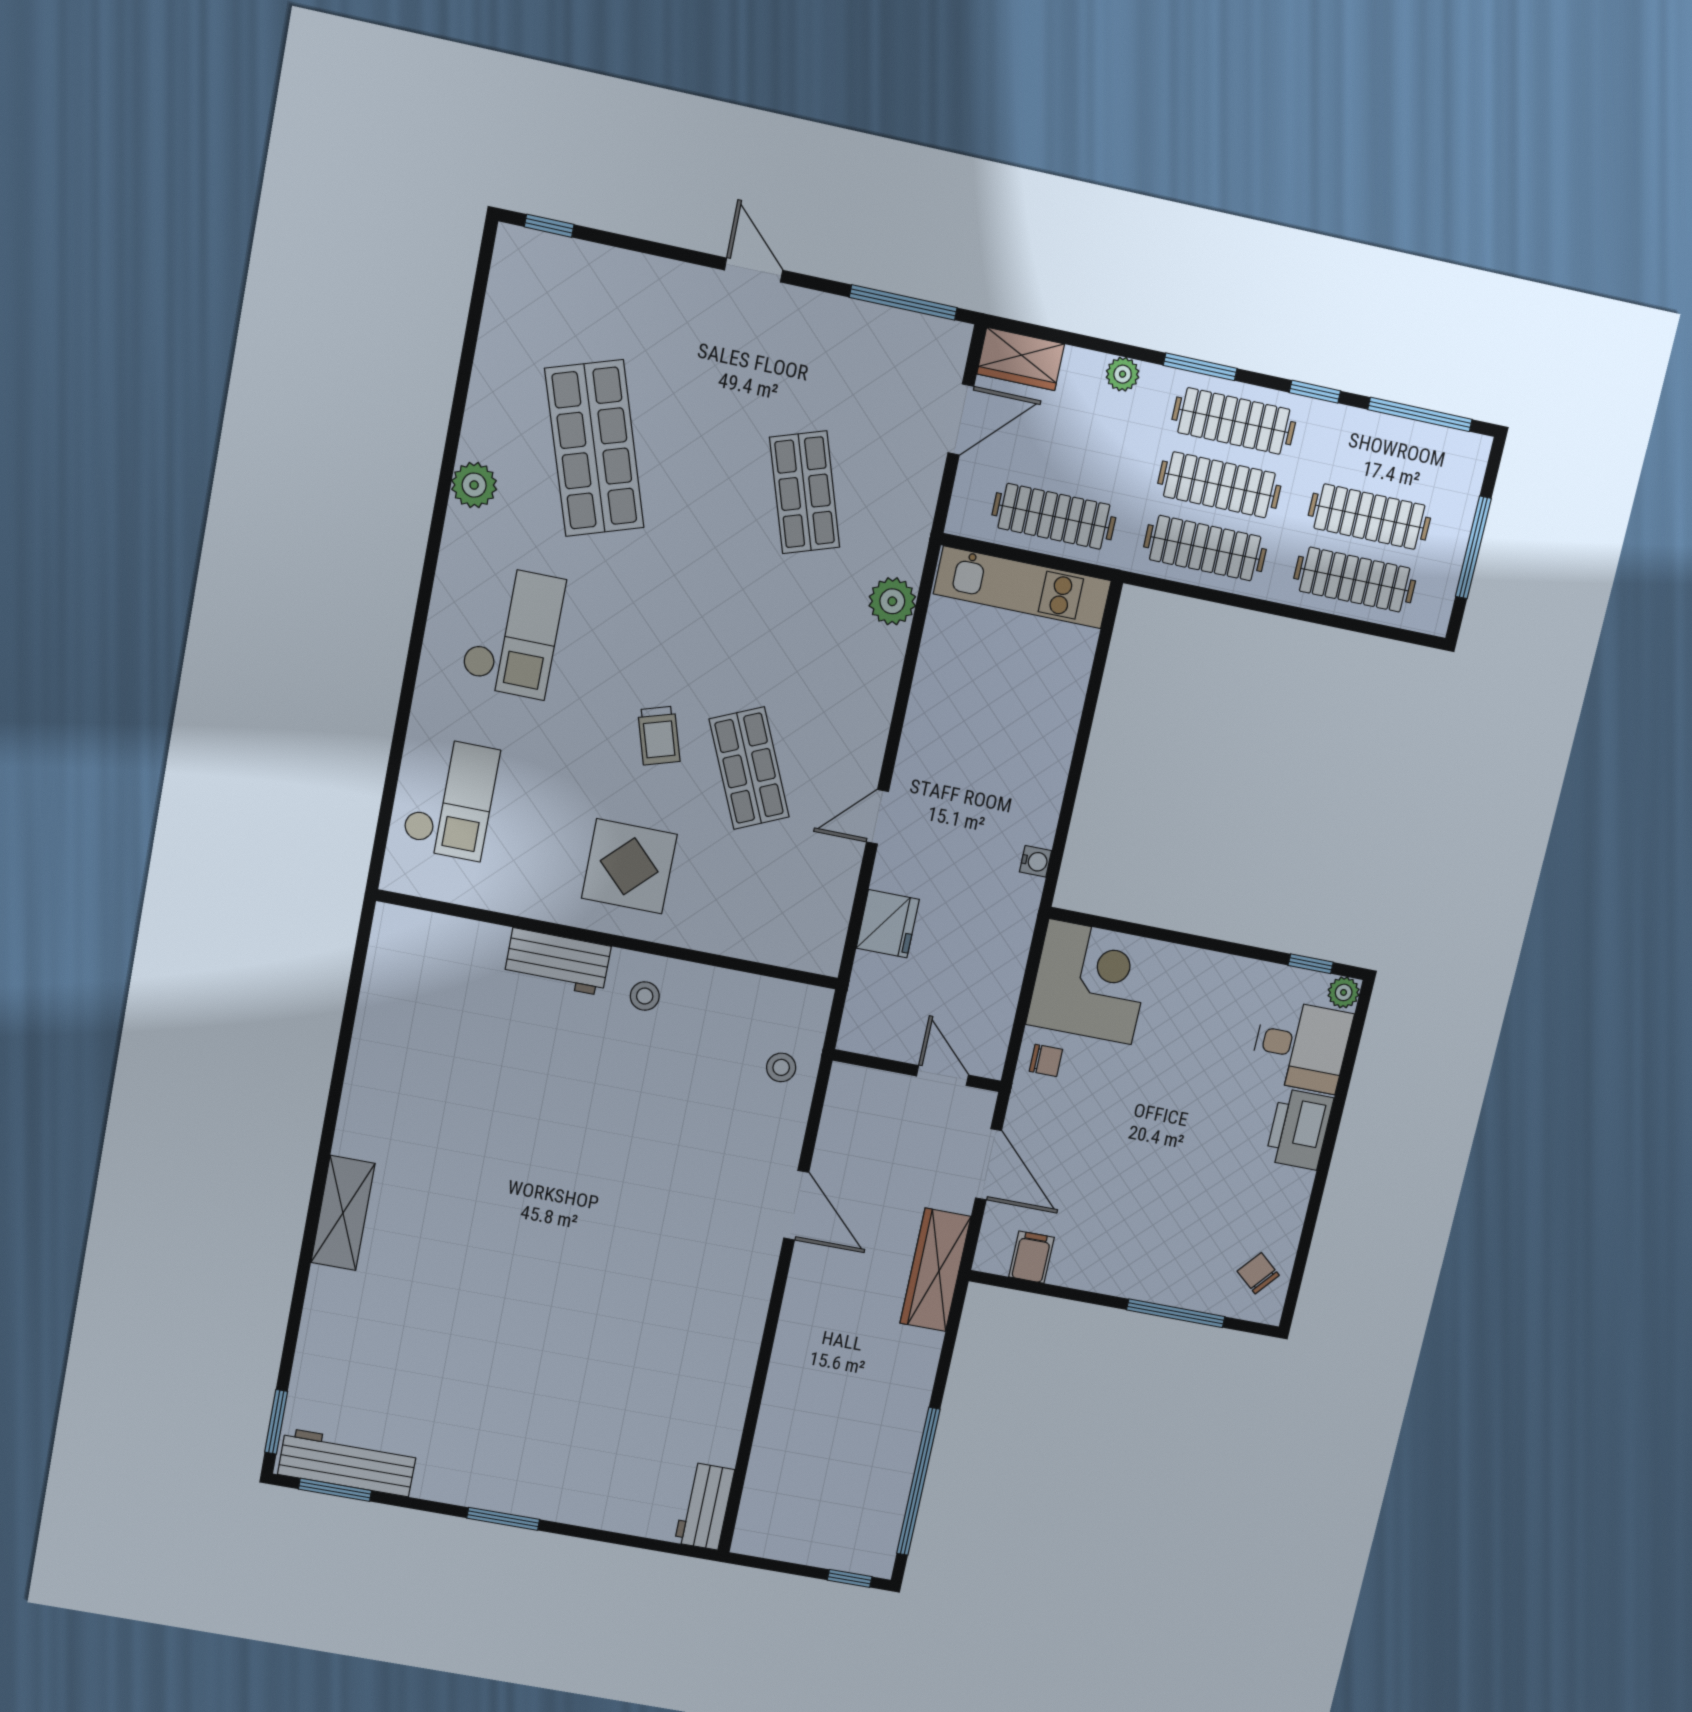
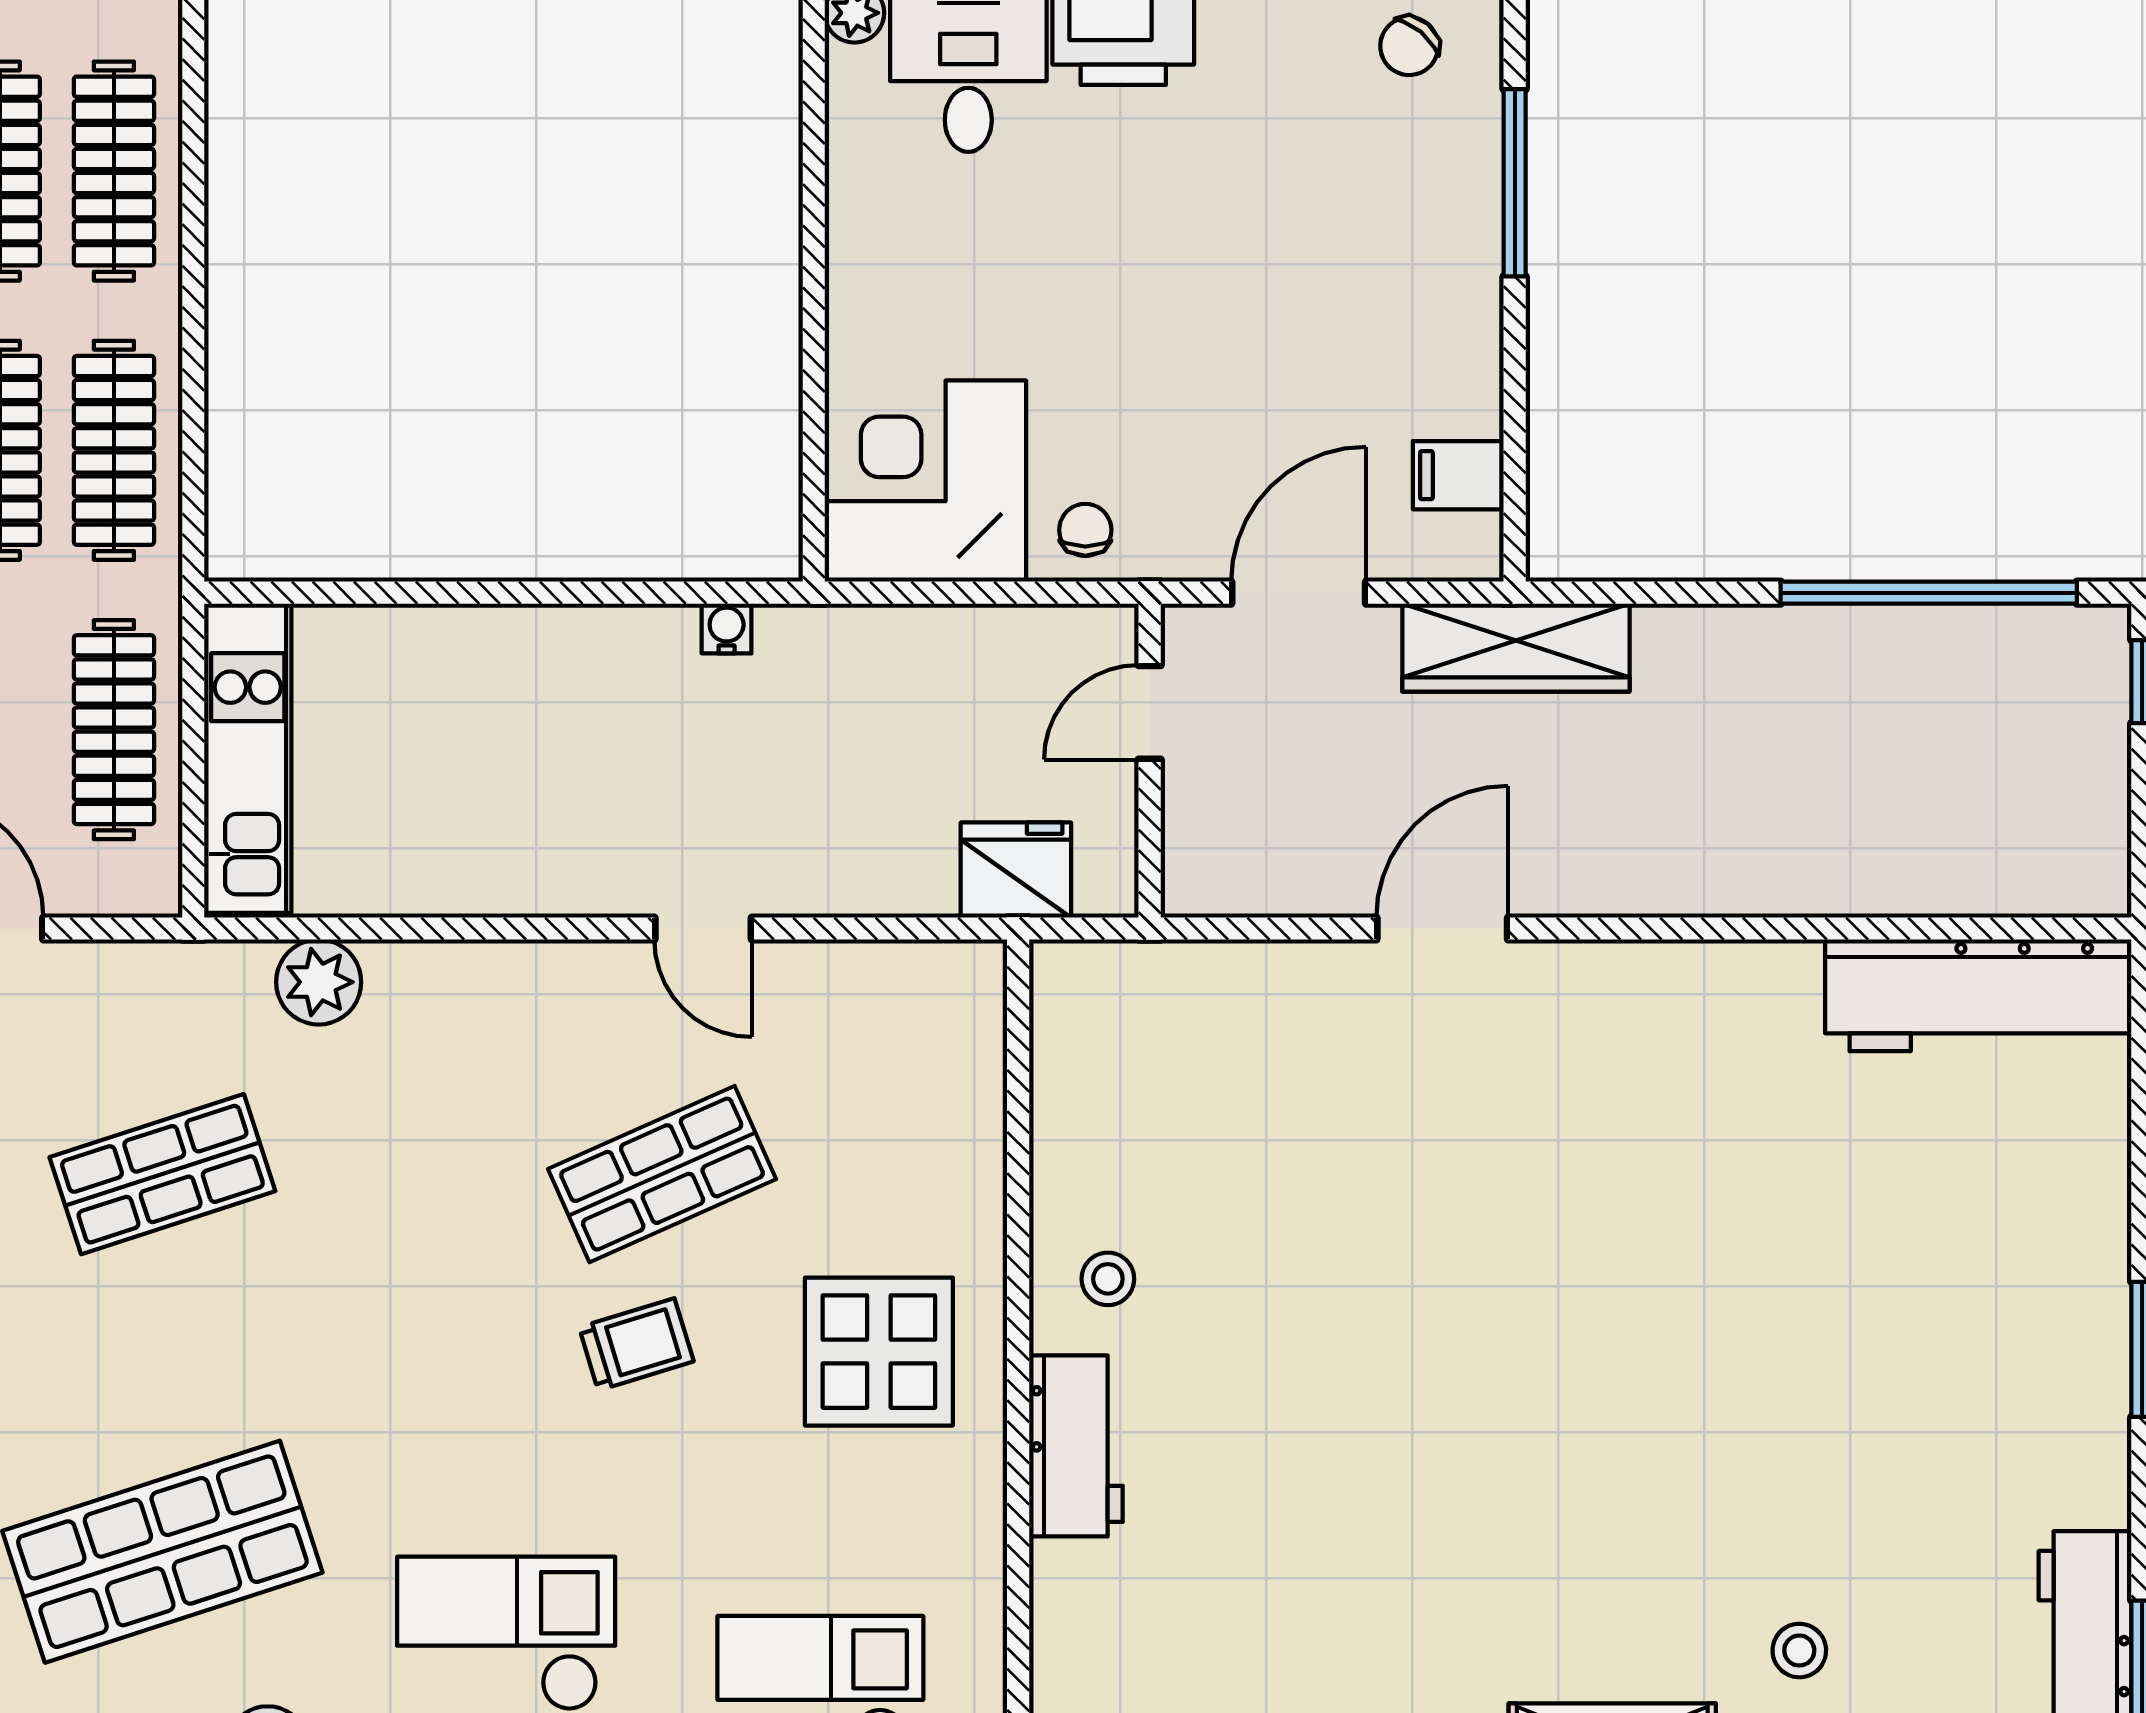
fridge: (888, 924) -> (1016, 870), moved
window: (1311, 964) -> (814, 86), removed
stool: (781, 1067) -> (1799, 1651), moved
workbench: (704, 1506) -> (1978, 995), width x1.88, depth x1.32

